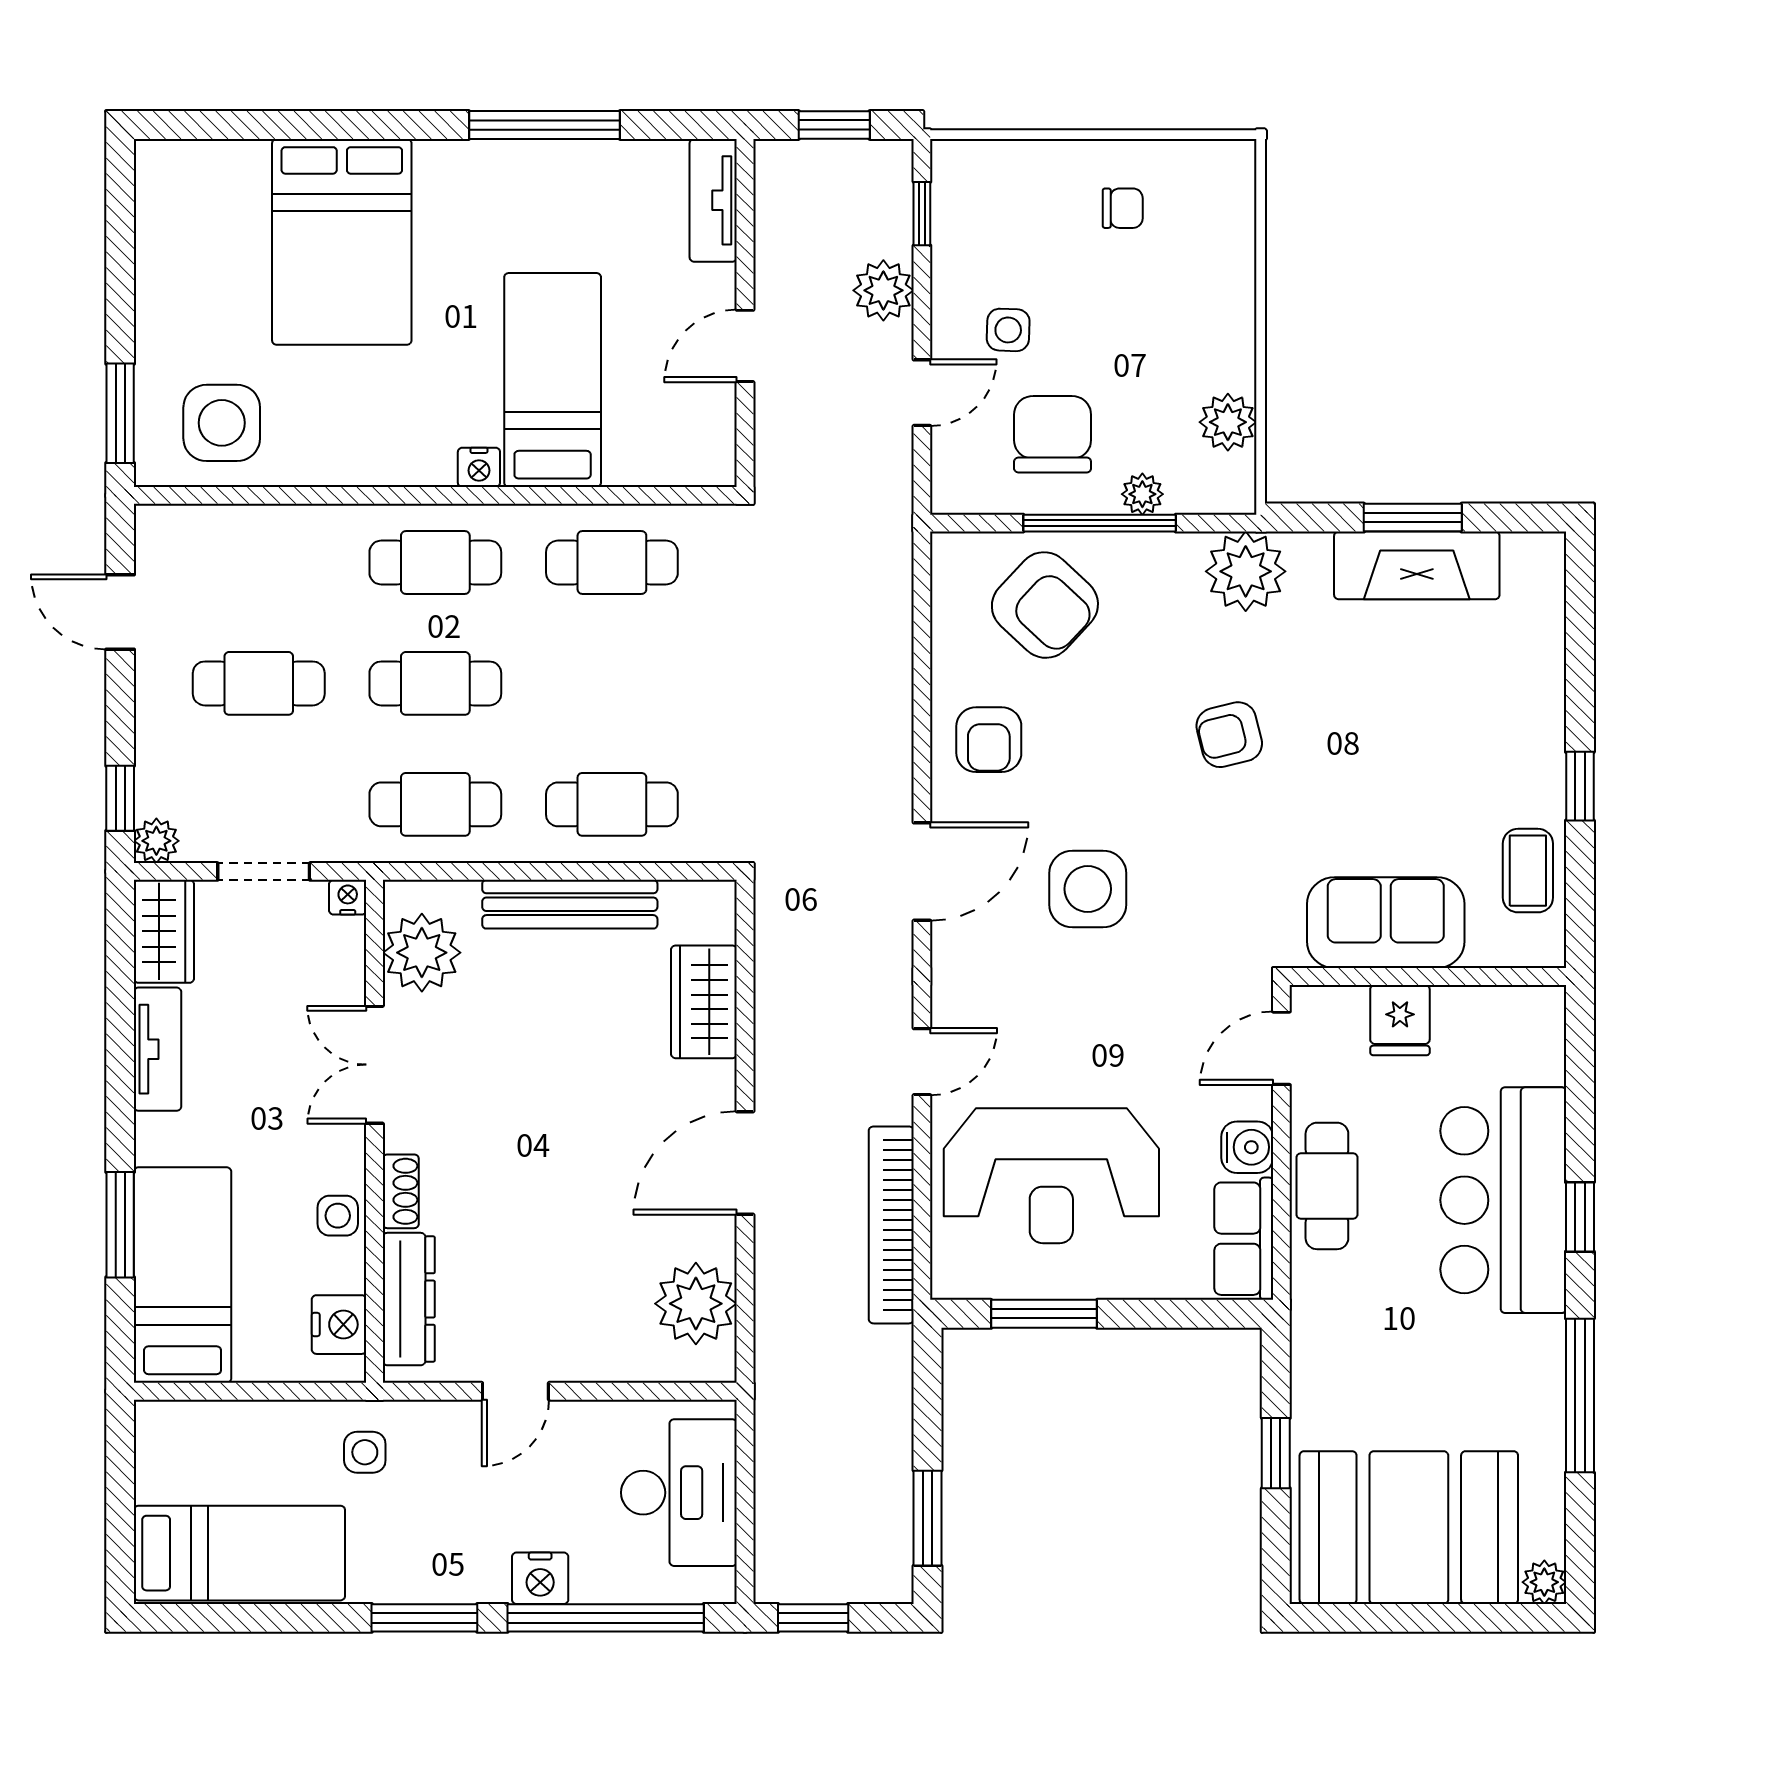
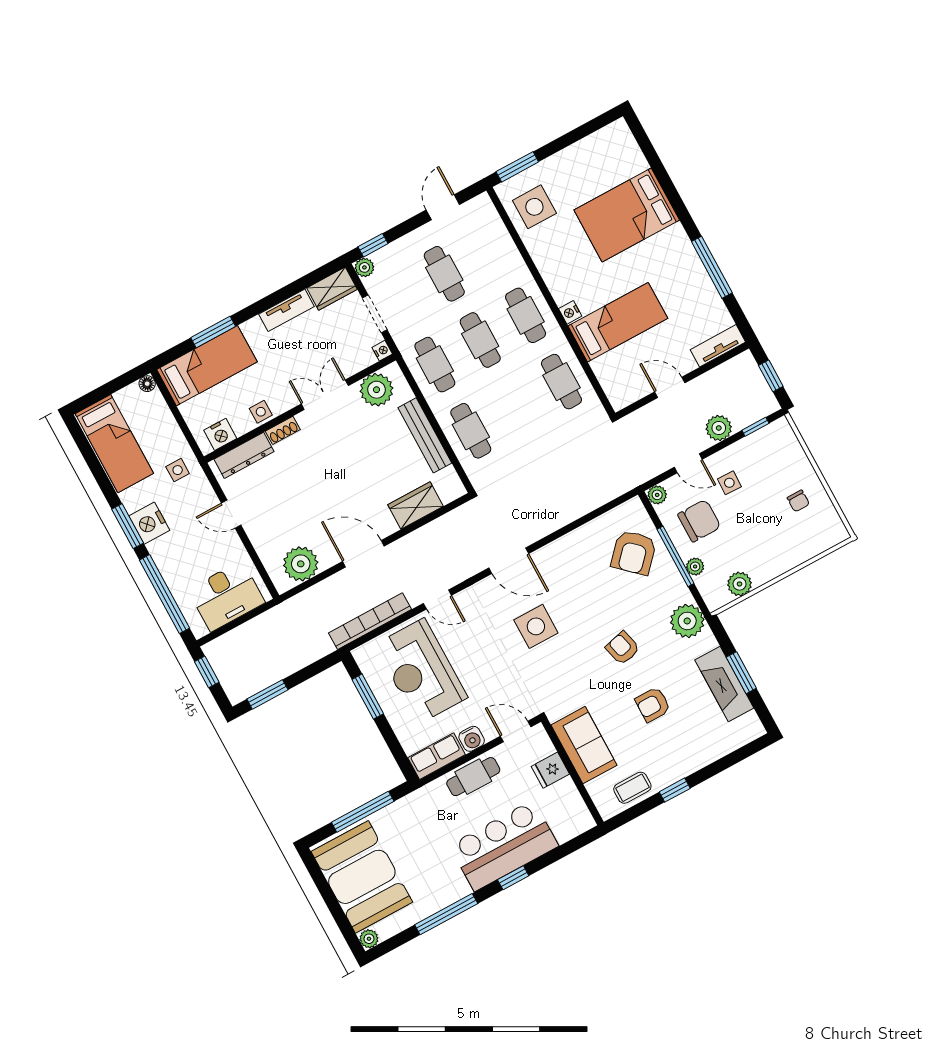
plant: (952, 492) -> (657, 495), added
armchair: (989, 740) -> (653, 705), moved
floor lamp: (153, 1418) -> (147, 384), added
window: (1276, 1453) -> (363, 812), width x2.17
nightstand: (540, 1578) -> (149, 523), moved, width x1.36, depth x1.33

